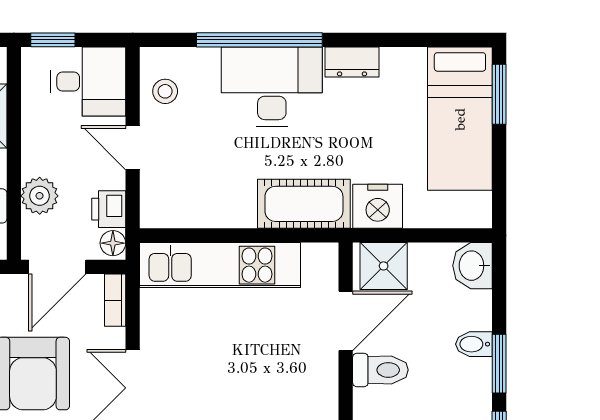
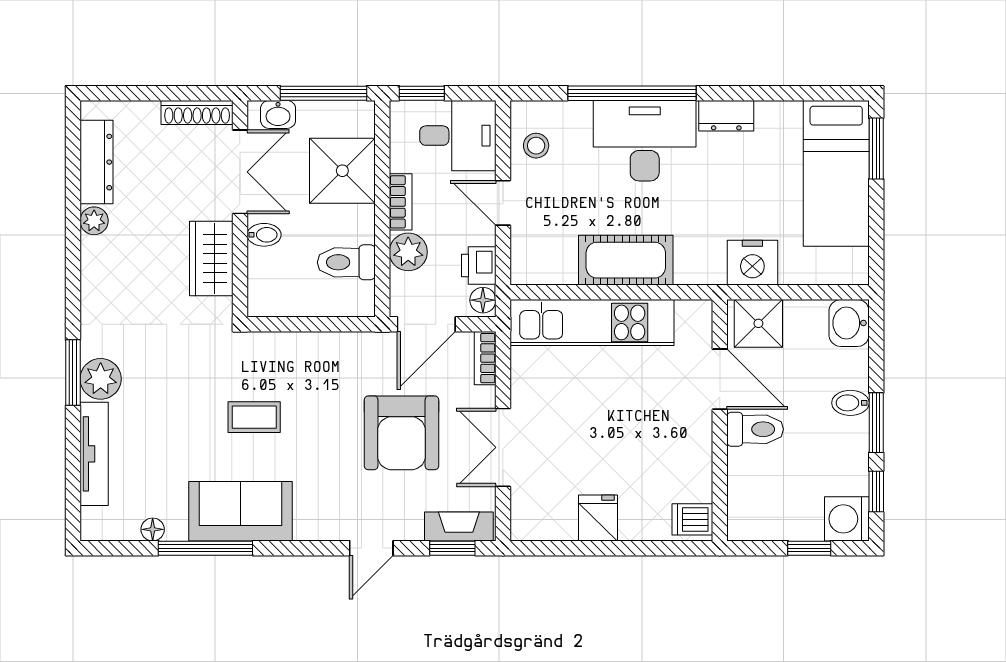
bookcase: (32, 147) -> (401, 202), added
cot: (304, 204) -> (626, 260), moved
door: (346, 321) -> (720, 379), hinge flipped

